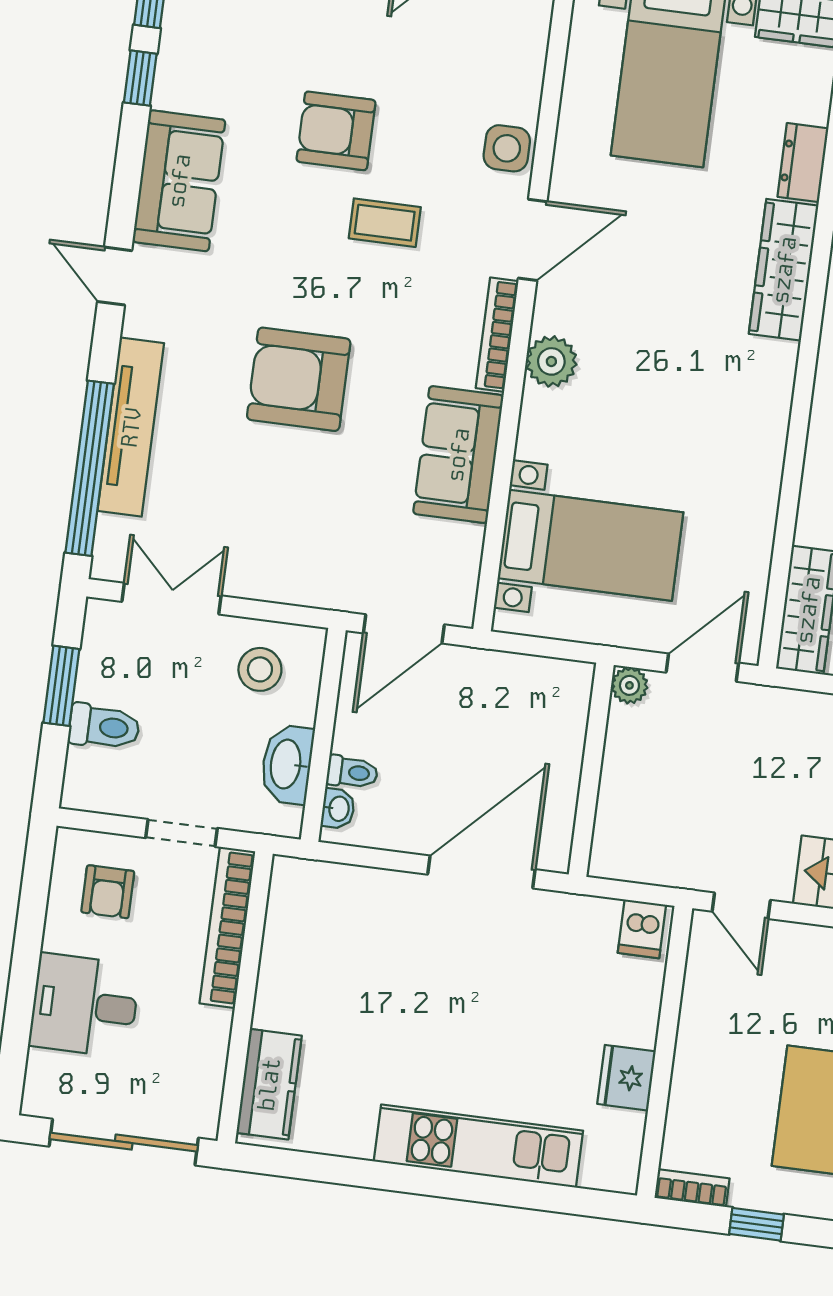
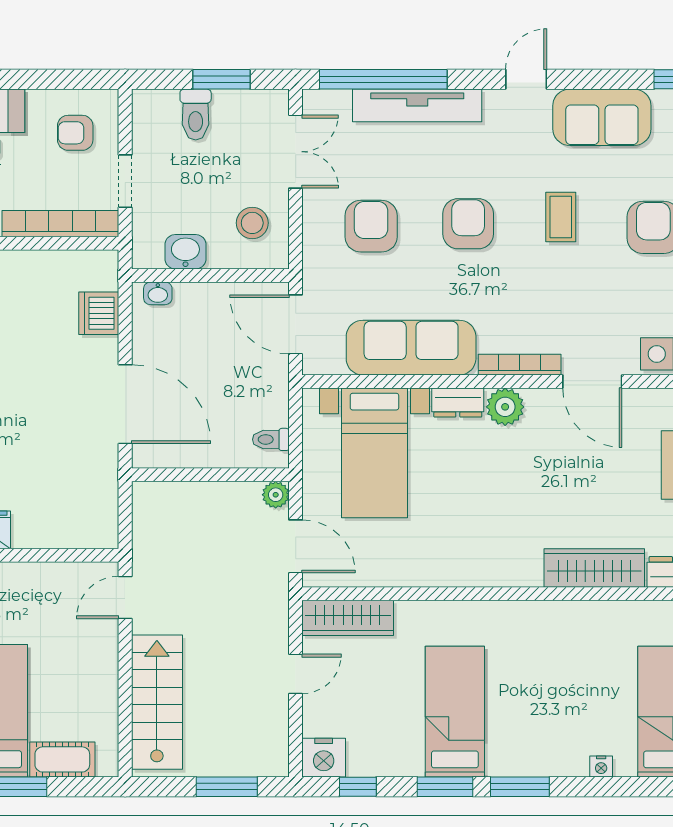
coffee table: (385, 223) -> (561, 217), moved
armchair: (299, 379) -> (468, 224), width x0.73, depth x0.73
dresser: (537, 424) -> (458, 403), added
sofa: (458, 455) -> (411, 348), width x1.36
armchair: (285, 510) -> (371, 226), added
washbasin: (287, 764) -> (185, 252), width x0.72
toilet: (352, 772) -> (271, 439), moved, turned 90
dishwasher: (642, 929) -> (99, 313), moved, width x1.38

